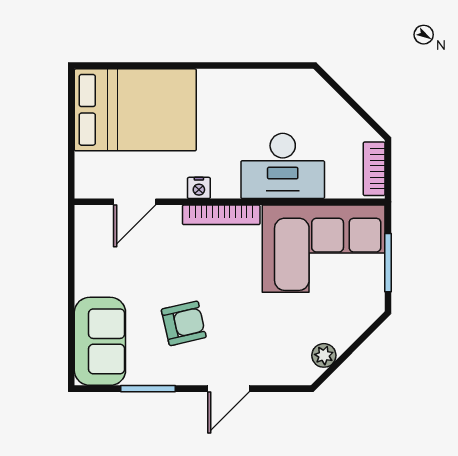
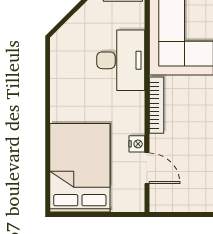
nightstand: (199, 188) -> (137, 144), moved

